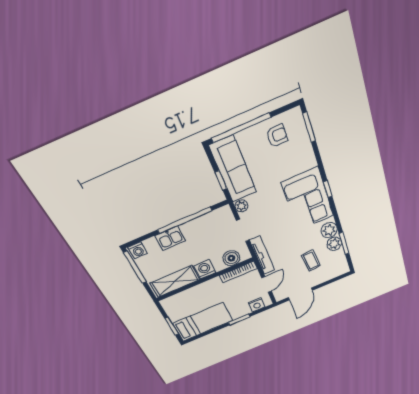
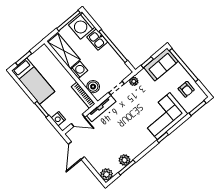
sofa: (233, 169) -> (161, 64), width x0.73
corner sofa: (308, 199) -> (164, 116), moved
plant: (329, 230) -> (107, 174), moved
washing machine: (138, 250) -> (82, 26), width x1.89, depth x1.89
coffee table: (311, 261) -> (107, 147), removed
door: (300, 294) -> (76, 151), hinge flipped

